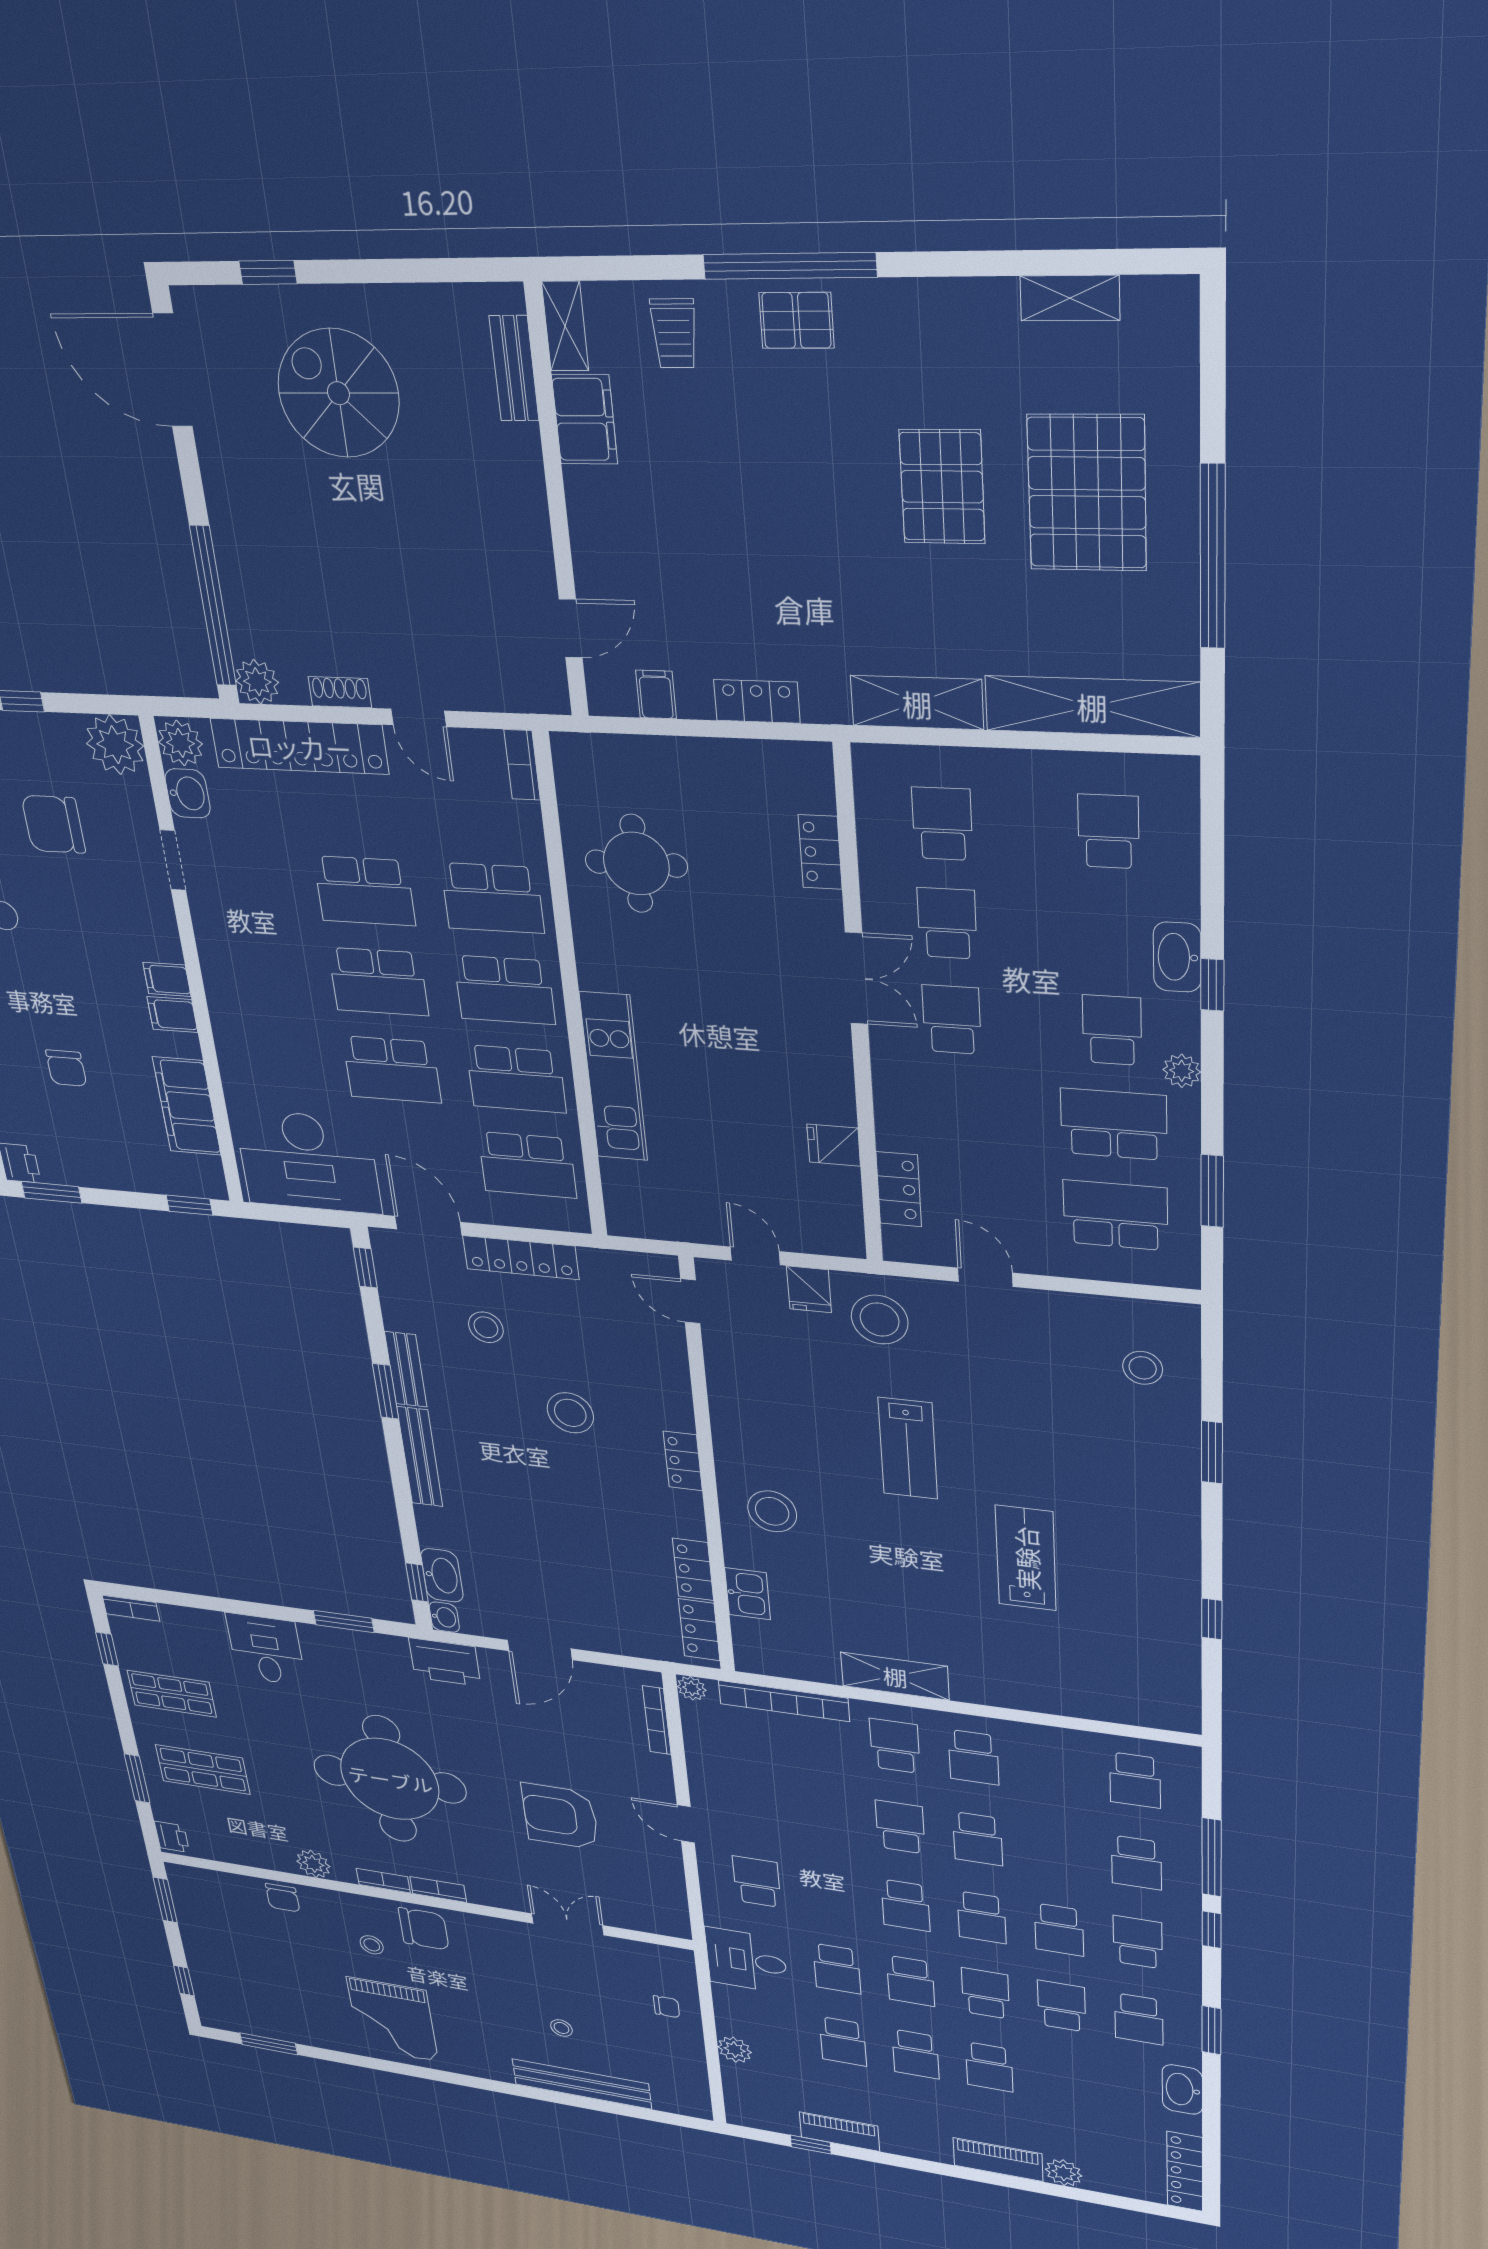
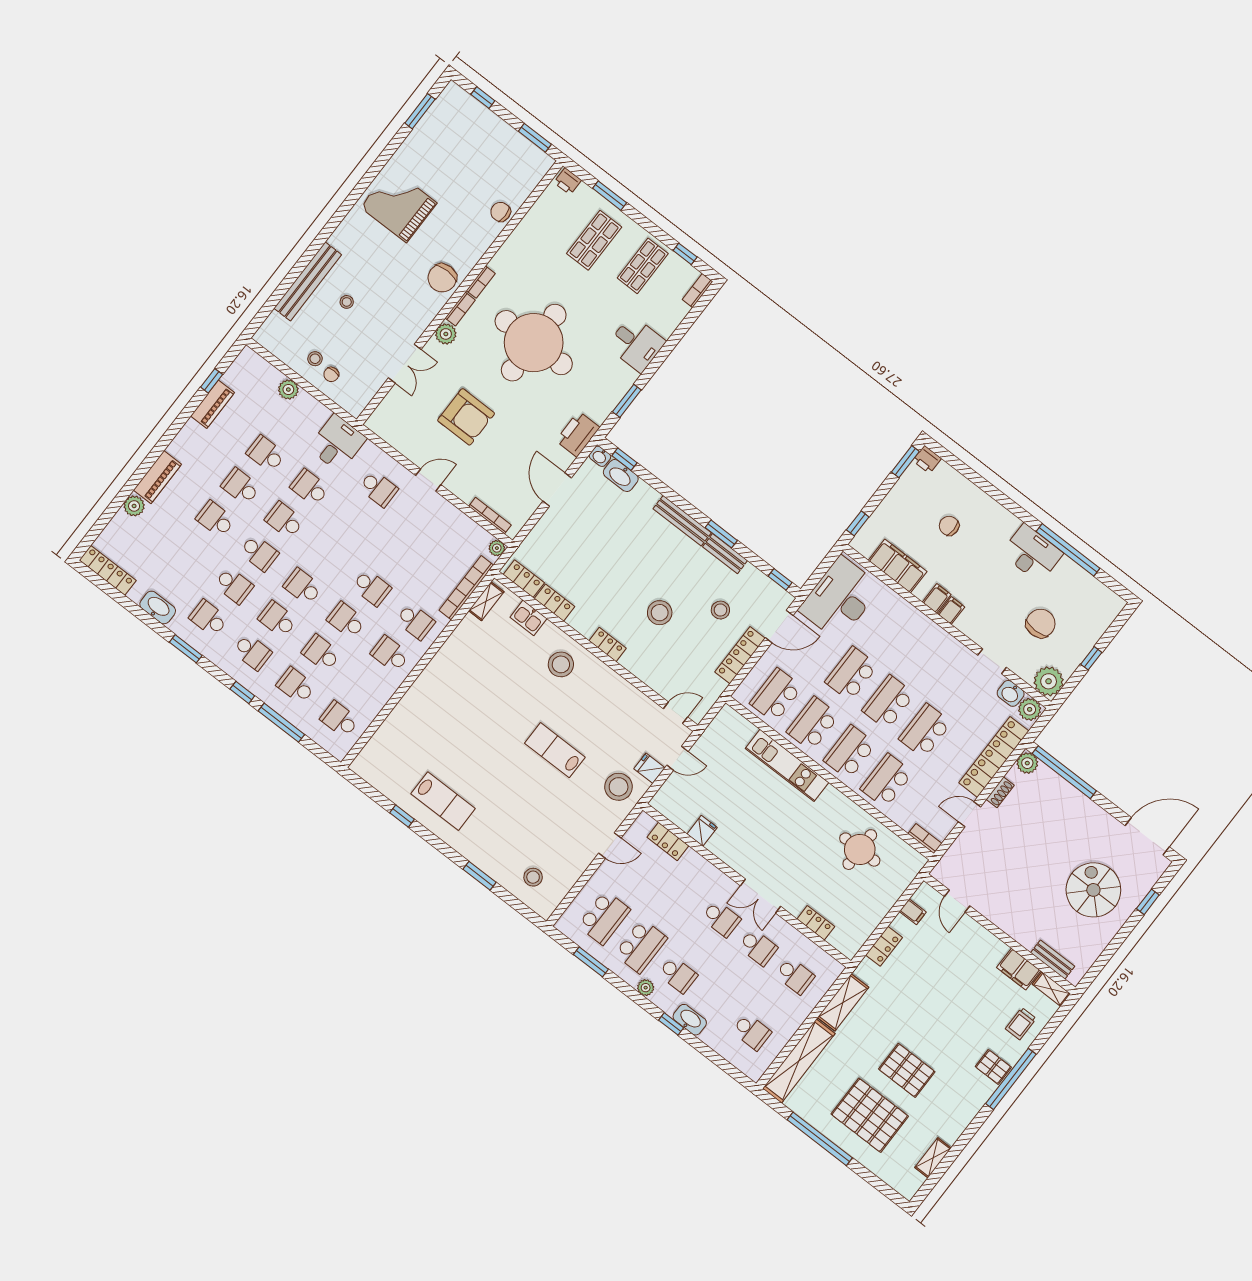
pallet: (796, 320) -> (993, 1067), turned 90
trolley: (674, 333) -> (1021, 1024), turned -90
spiral stairs: (338, 393) -> (1093, 890), turned -90
lab bench: (1026, 1558) -> (443, 801), moved
shelving: (895, 1676) -> (486, 601), moved, width x0.67, depth x0.75
armchair: (560, 1816) -> (466, 417), turned 90
plant: (313, 1864) -> (446, 334), moved
school desk: (906, 1905) -> (321, 653), moved
stool: (372, 1945) -> (315, 359), moved

